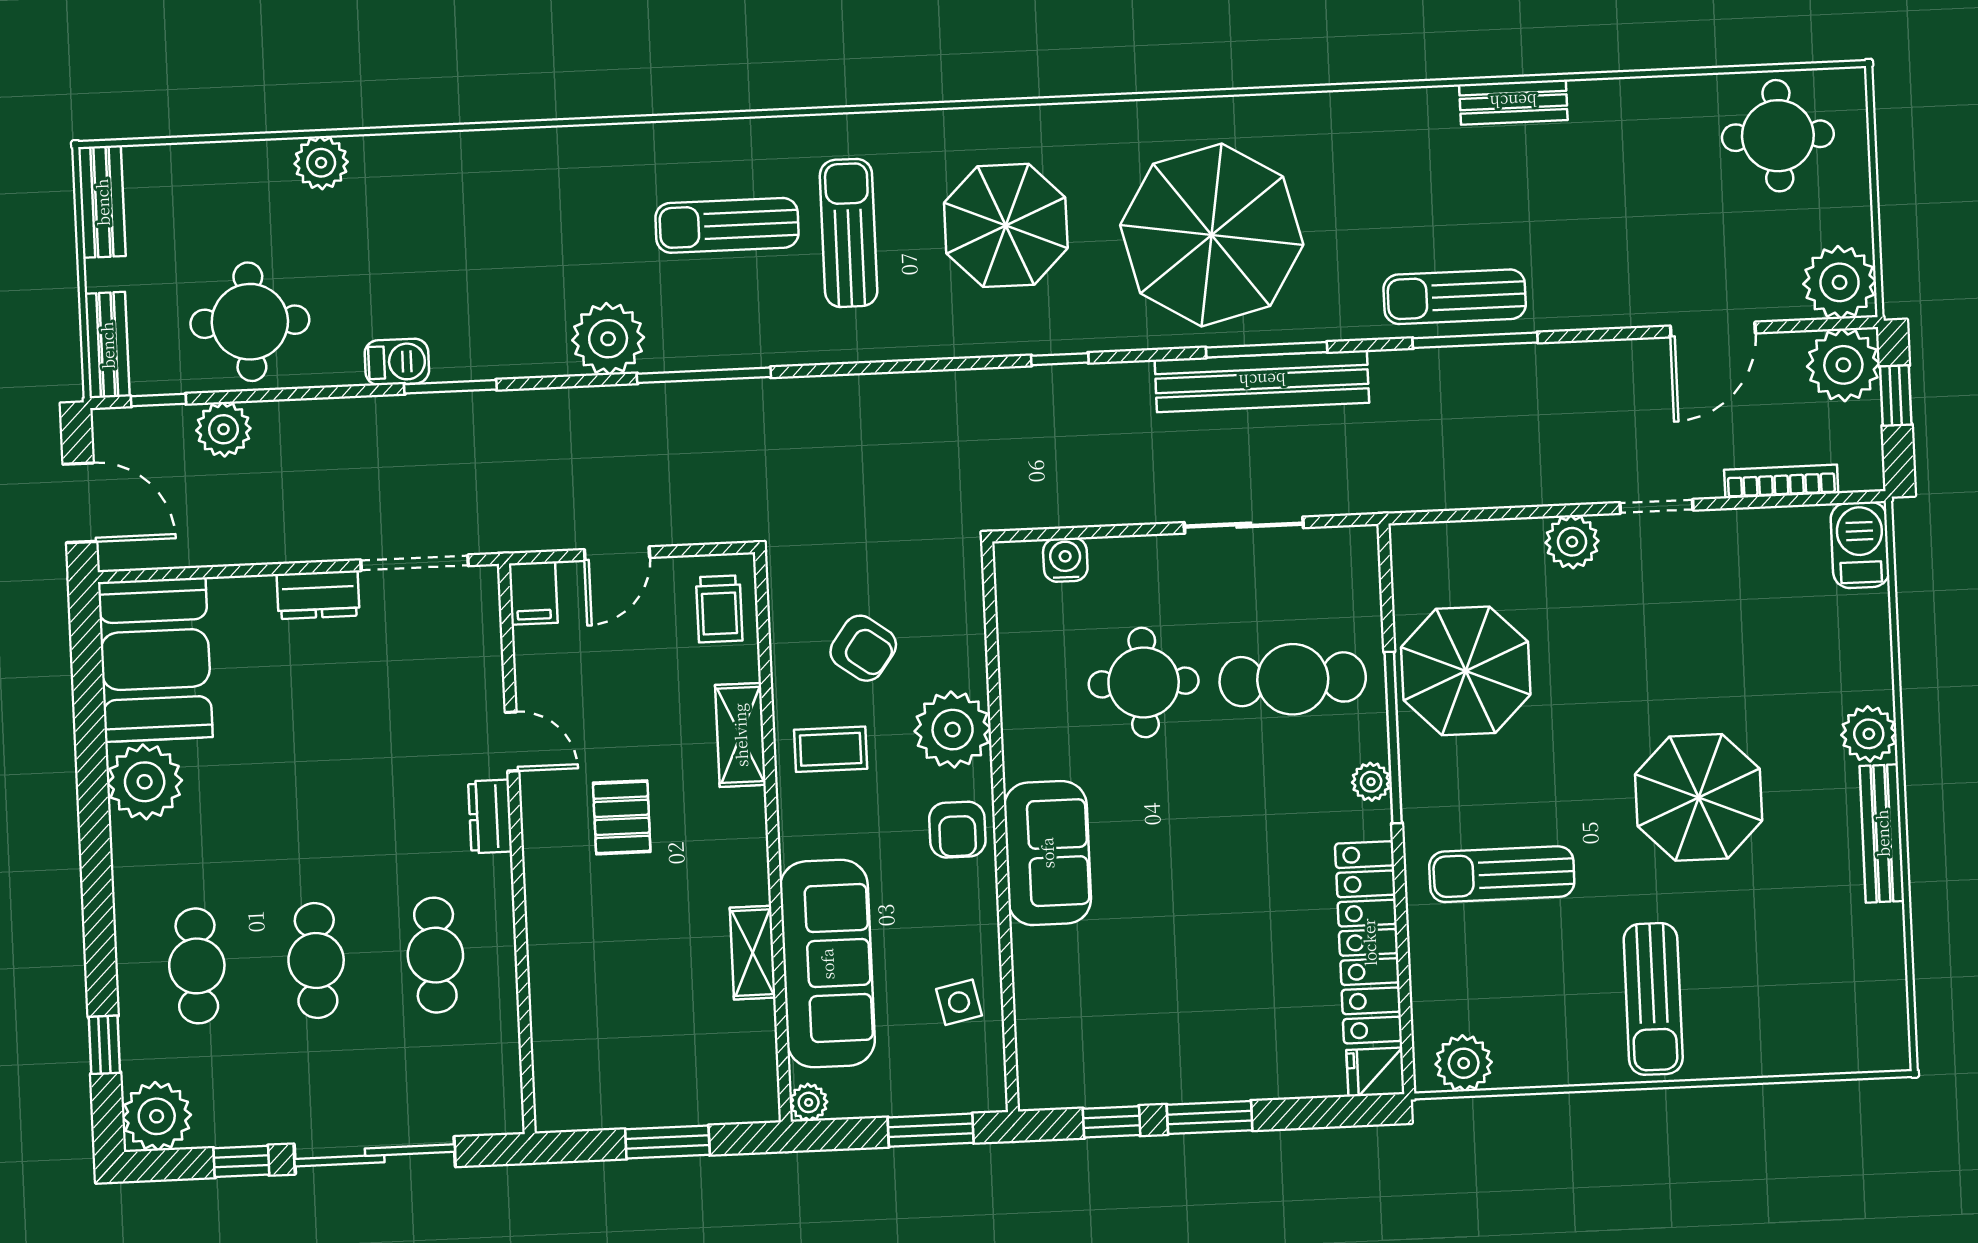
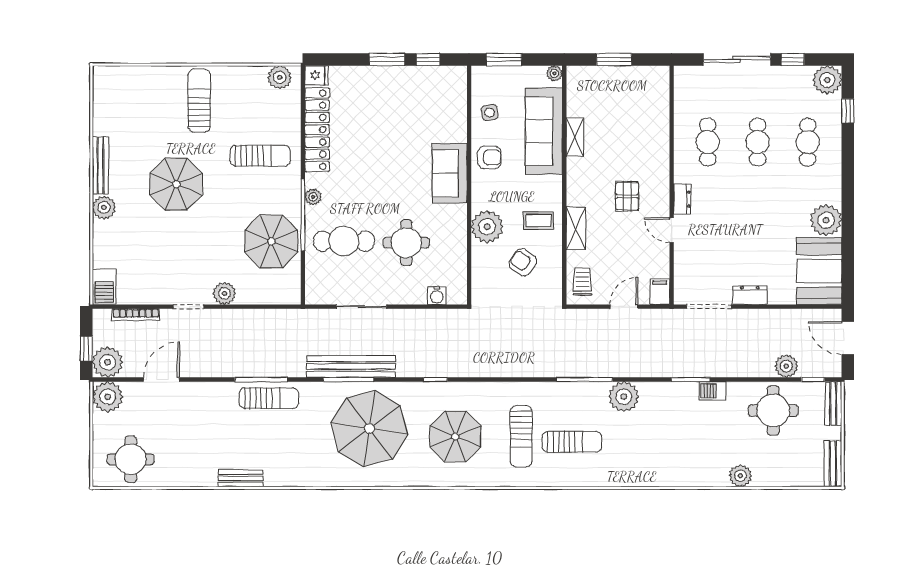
armchair: (957, 830) -> (489, 157), moved, turned 90

